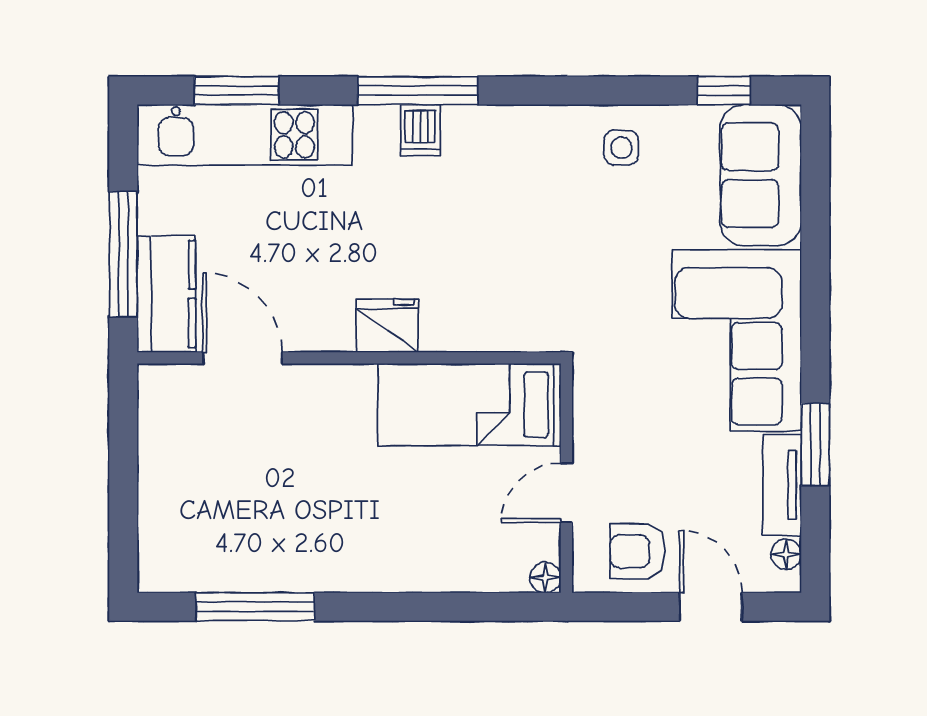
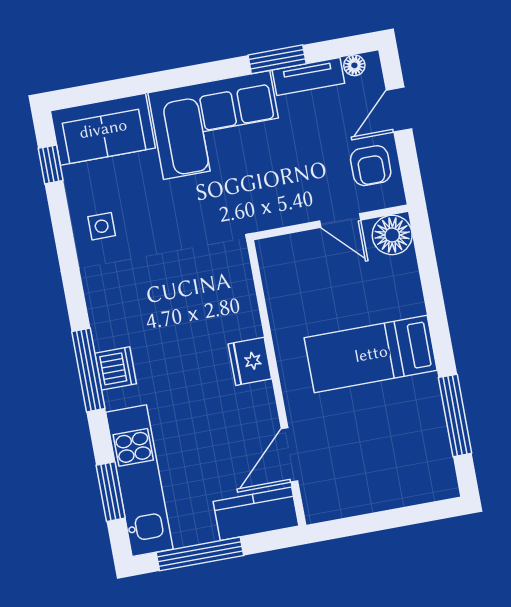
dishwasher: (420, 130) -> (116, 368), width x1.38
window: (123, 254) -> (200, 554), moved
bed: (469, 405) -> (371, 354), moved, turned 90
floor lamp: (545, 578) -> (392, 235), width x1.89, depth x1.89

